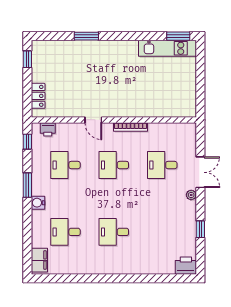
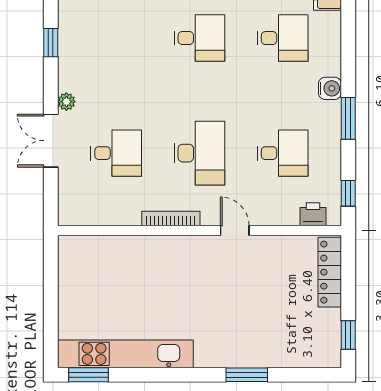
kitchen unit: (167, 48) -> (125, 354), width x1.36
locker: (38, 96) -> (330, 272), width x1.53
desk: (114, 165) -> (199, 153), width x1.37

